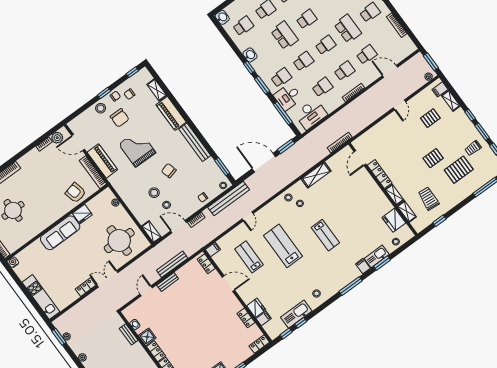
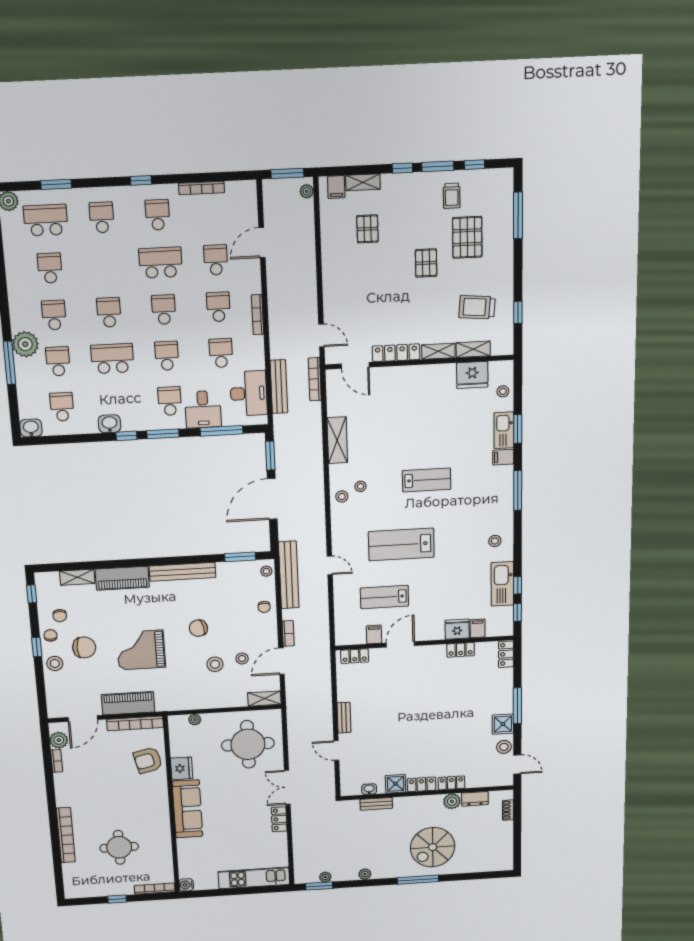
door: (399, 105) -> (321, 335), moved
filing cabinet: (213, 249) -> (374, 635), moved
bench: (172, 264) -> (279, 387), moved

